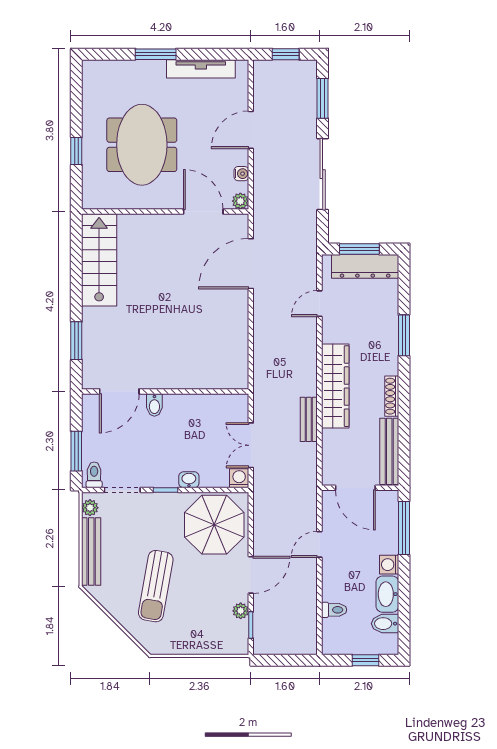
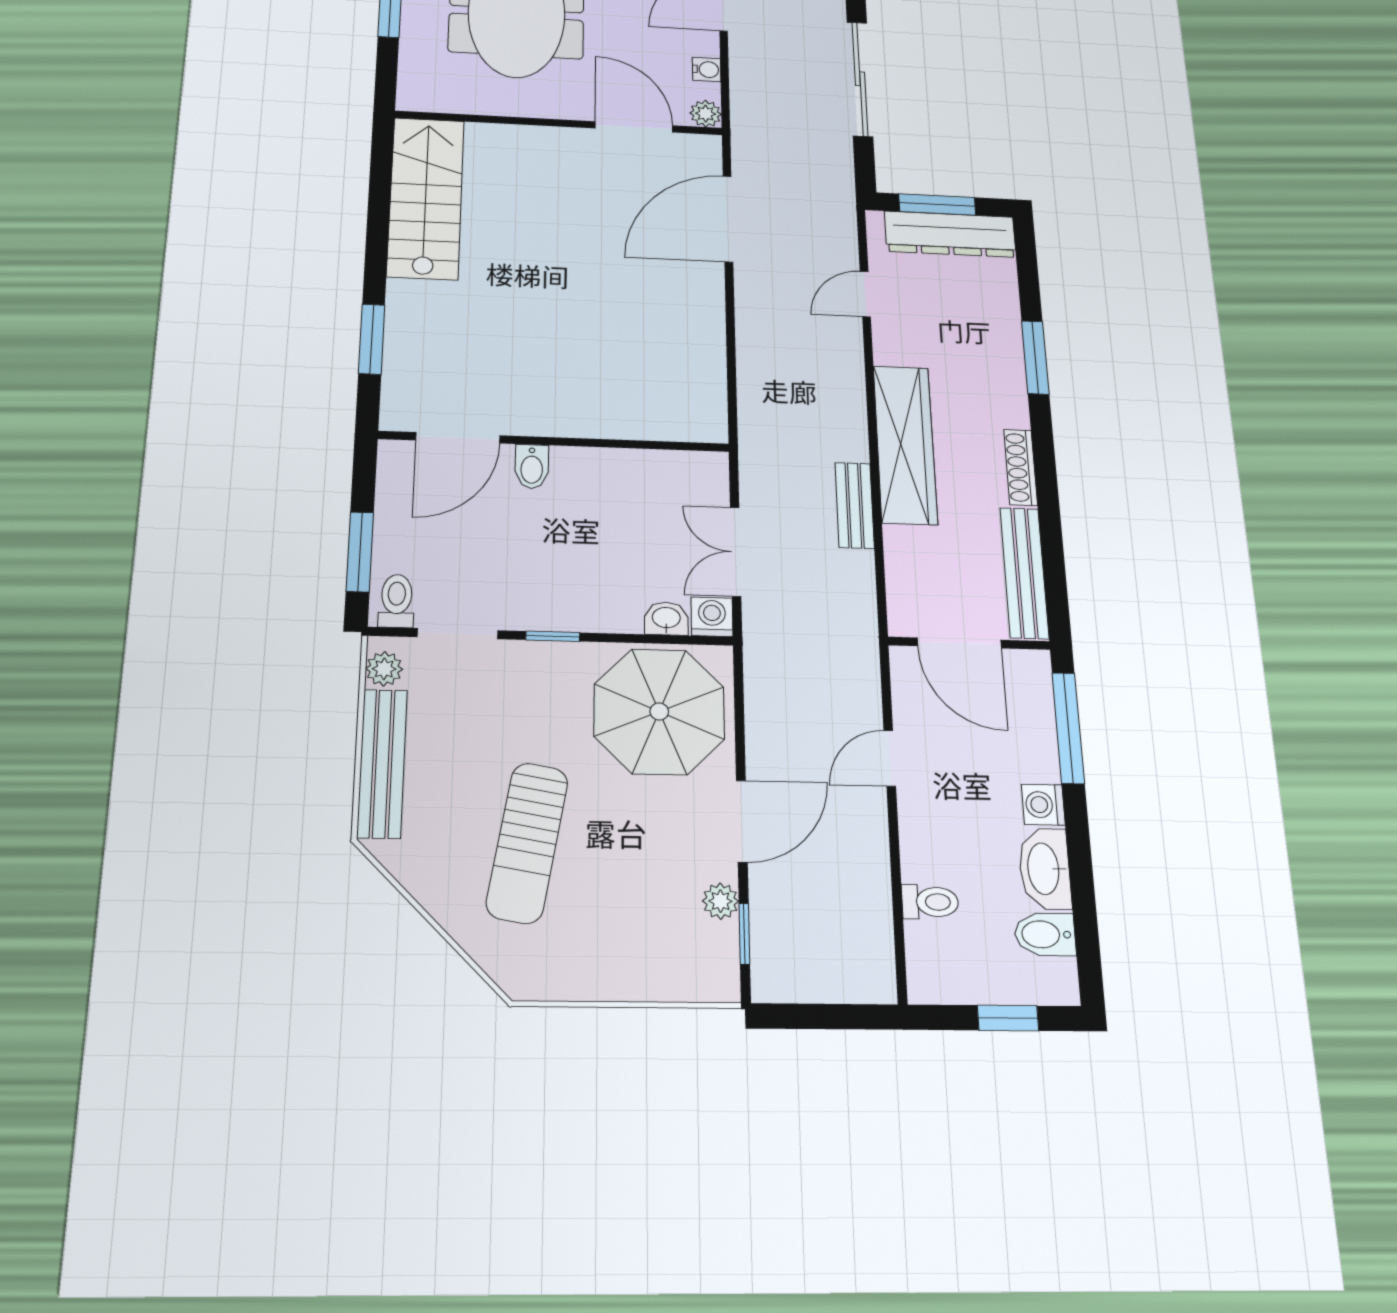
washbasin: (189, 480) -> (666, 619), moved

